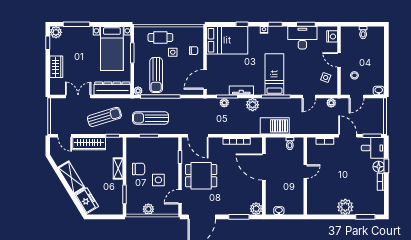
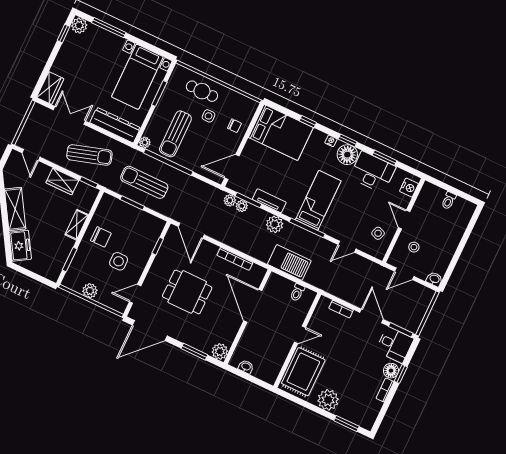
floor lamp: (280, 34) -> (347, 155), added
wardrobe: (56, 67) -> (50, 88), moved
plant: (331, 103) -> (230, 200), moved
wardrobe: (89, 144) -> (62, 181), width x0.67
dining table: (201, 176) -> (187, 292), moved
rug: (319, 196) -> (303, 372), added

